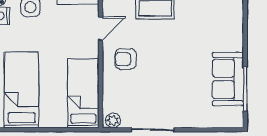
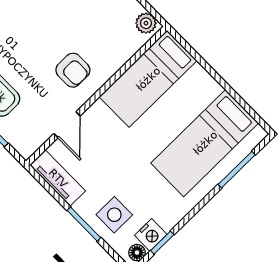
door: (101, 28) -> (67, 125), swing flipped

